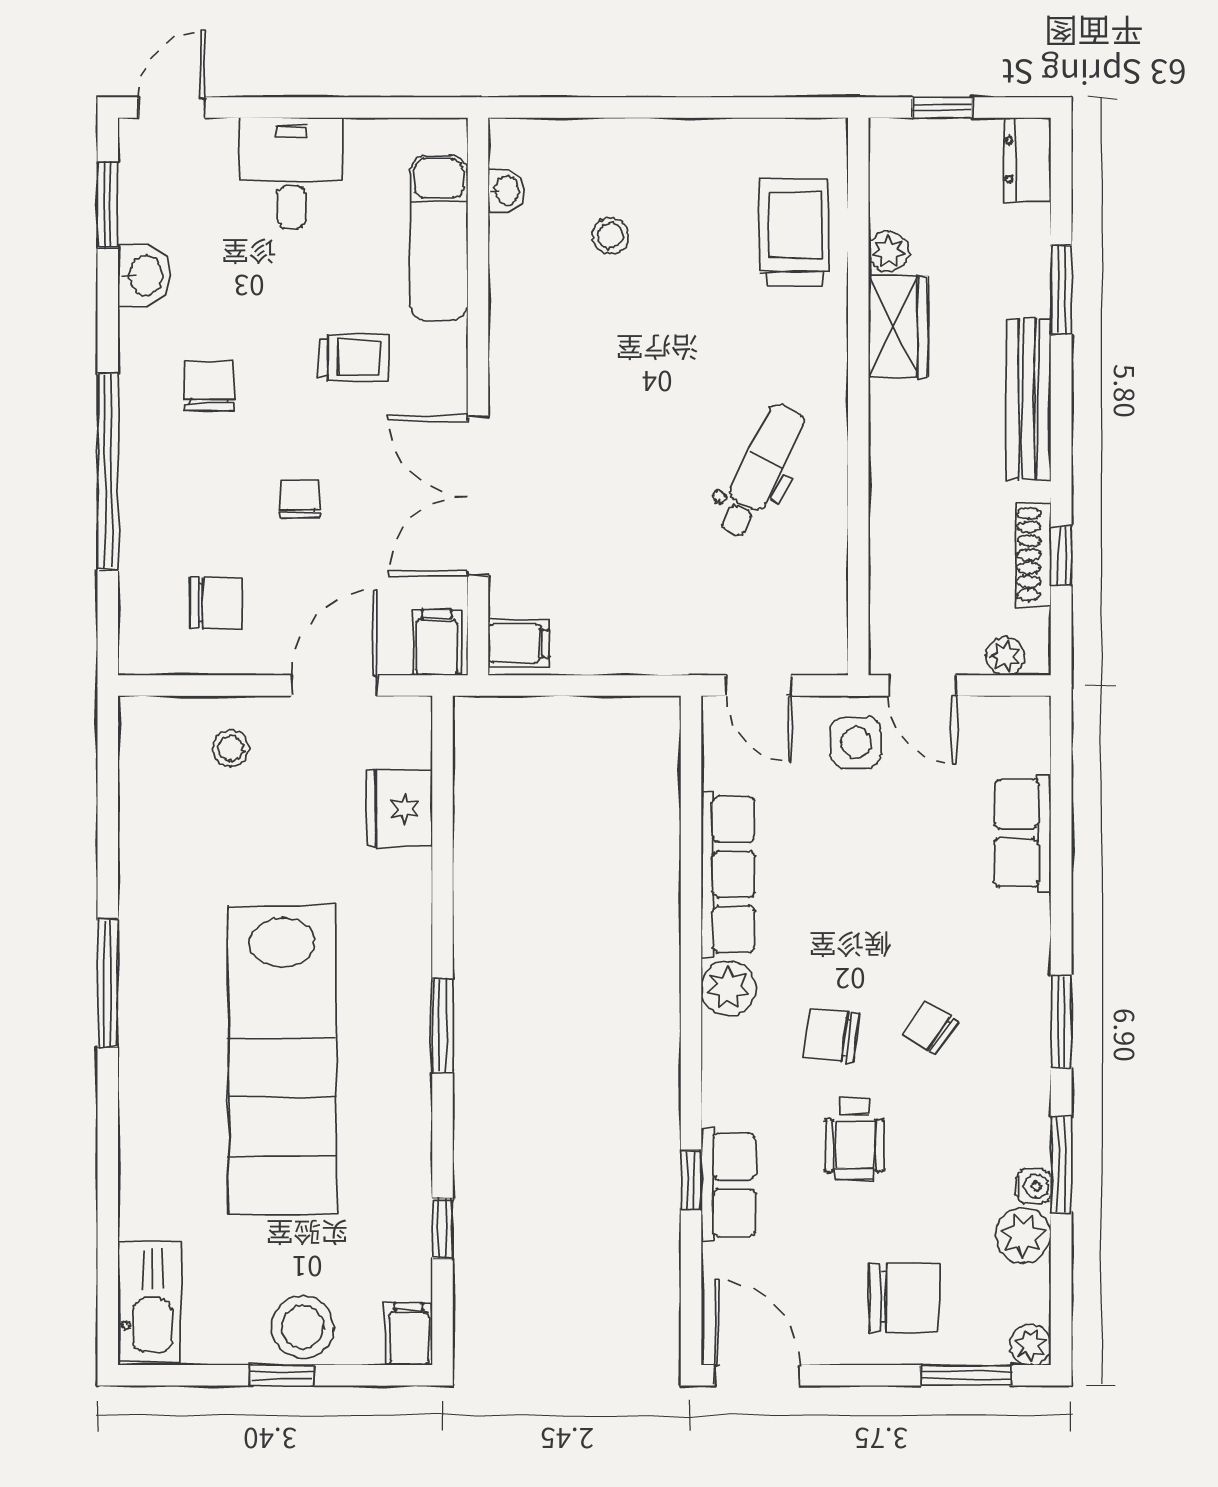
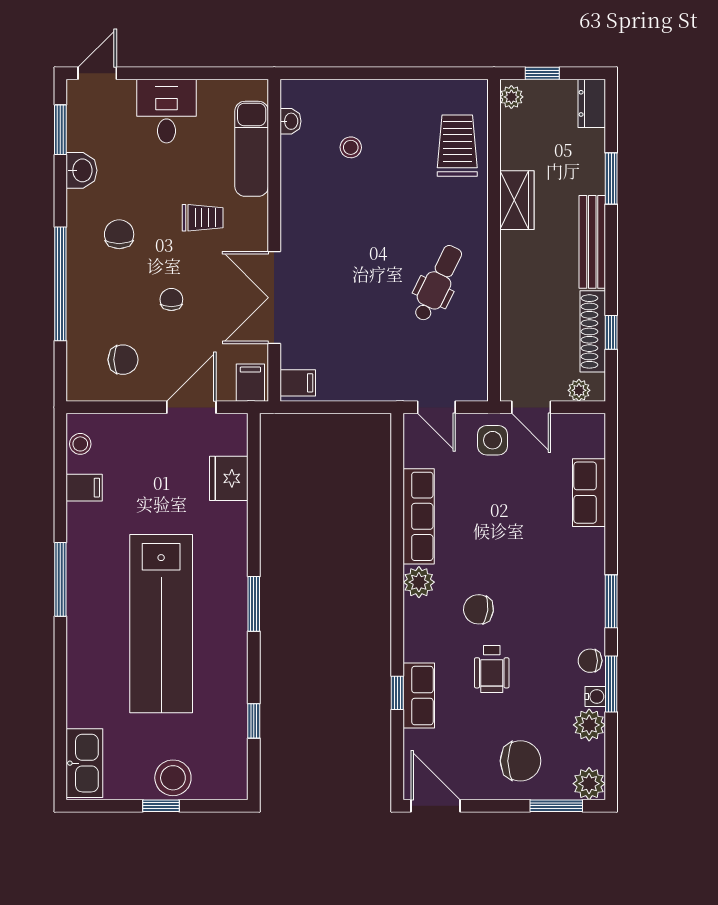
plant: (889, 252) -> (511, 97), moved
shoe rack: (1033, 554) -> (593, 331), width x1.36, depth x1.24
stool: (231, 748) -> (80, 444), moved
chair: (930, 1027) -> (590, 661), moved, turned -35
filing cabinet: (409, 1334) -> (84, 488), moved, turned 90
plant: (1031, 1345) -> (589, 784), width x1.38, depth x1.38

